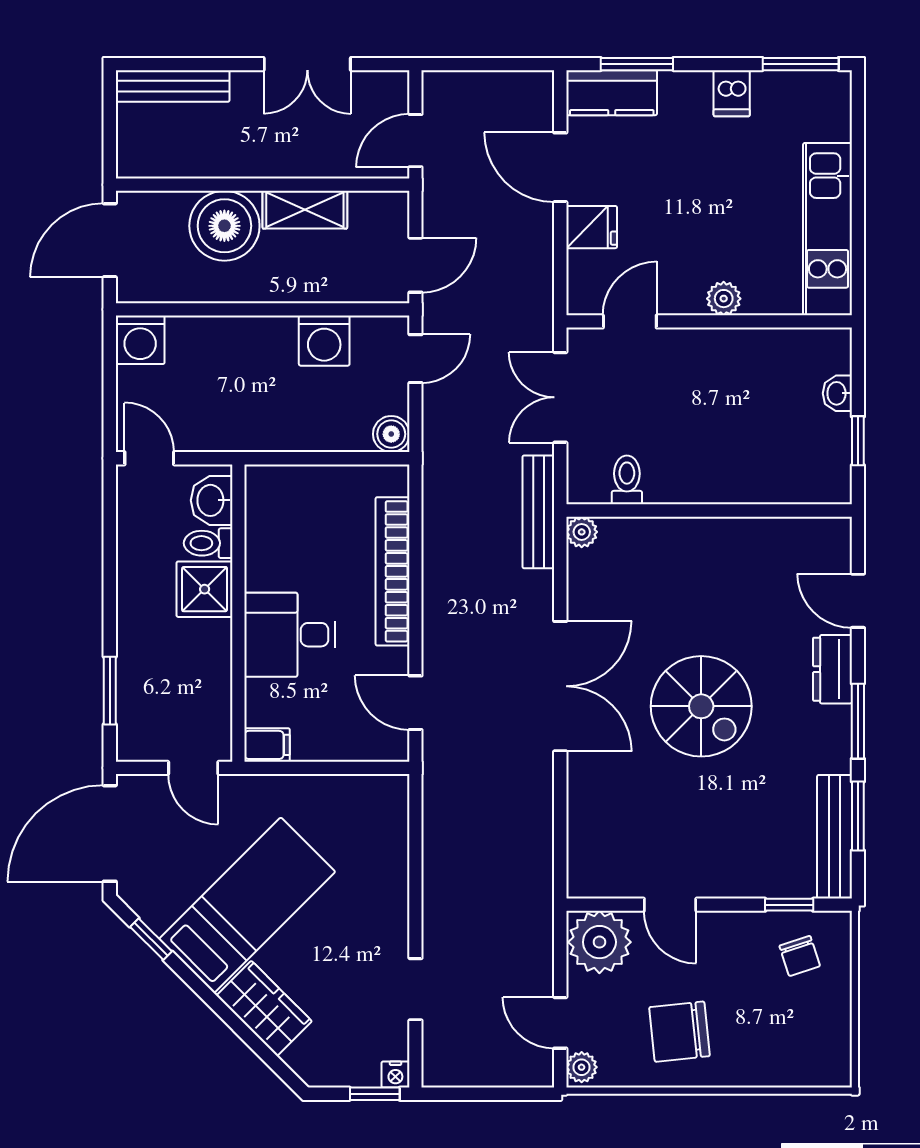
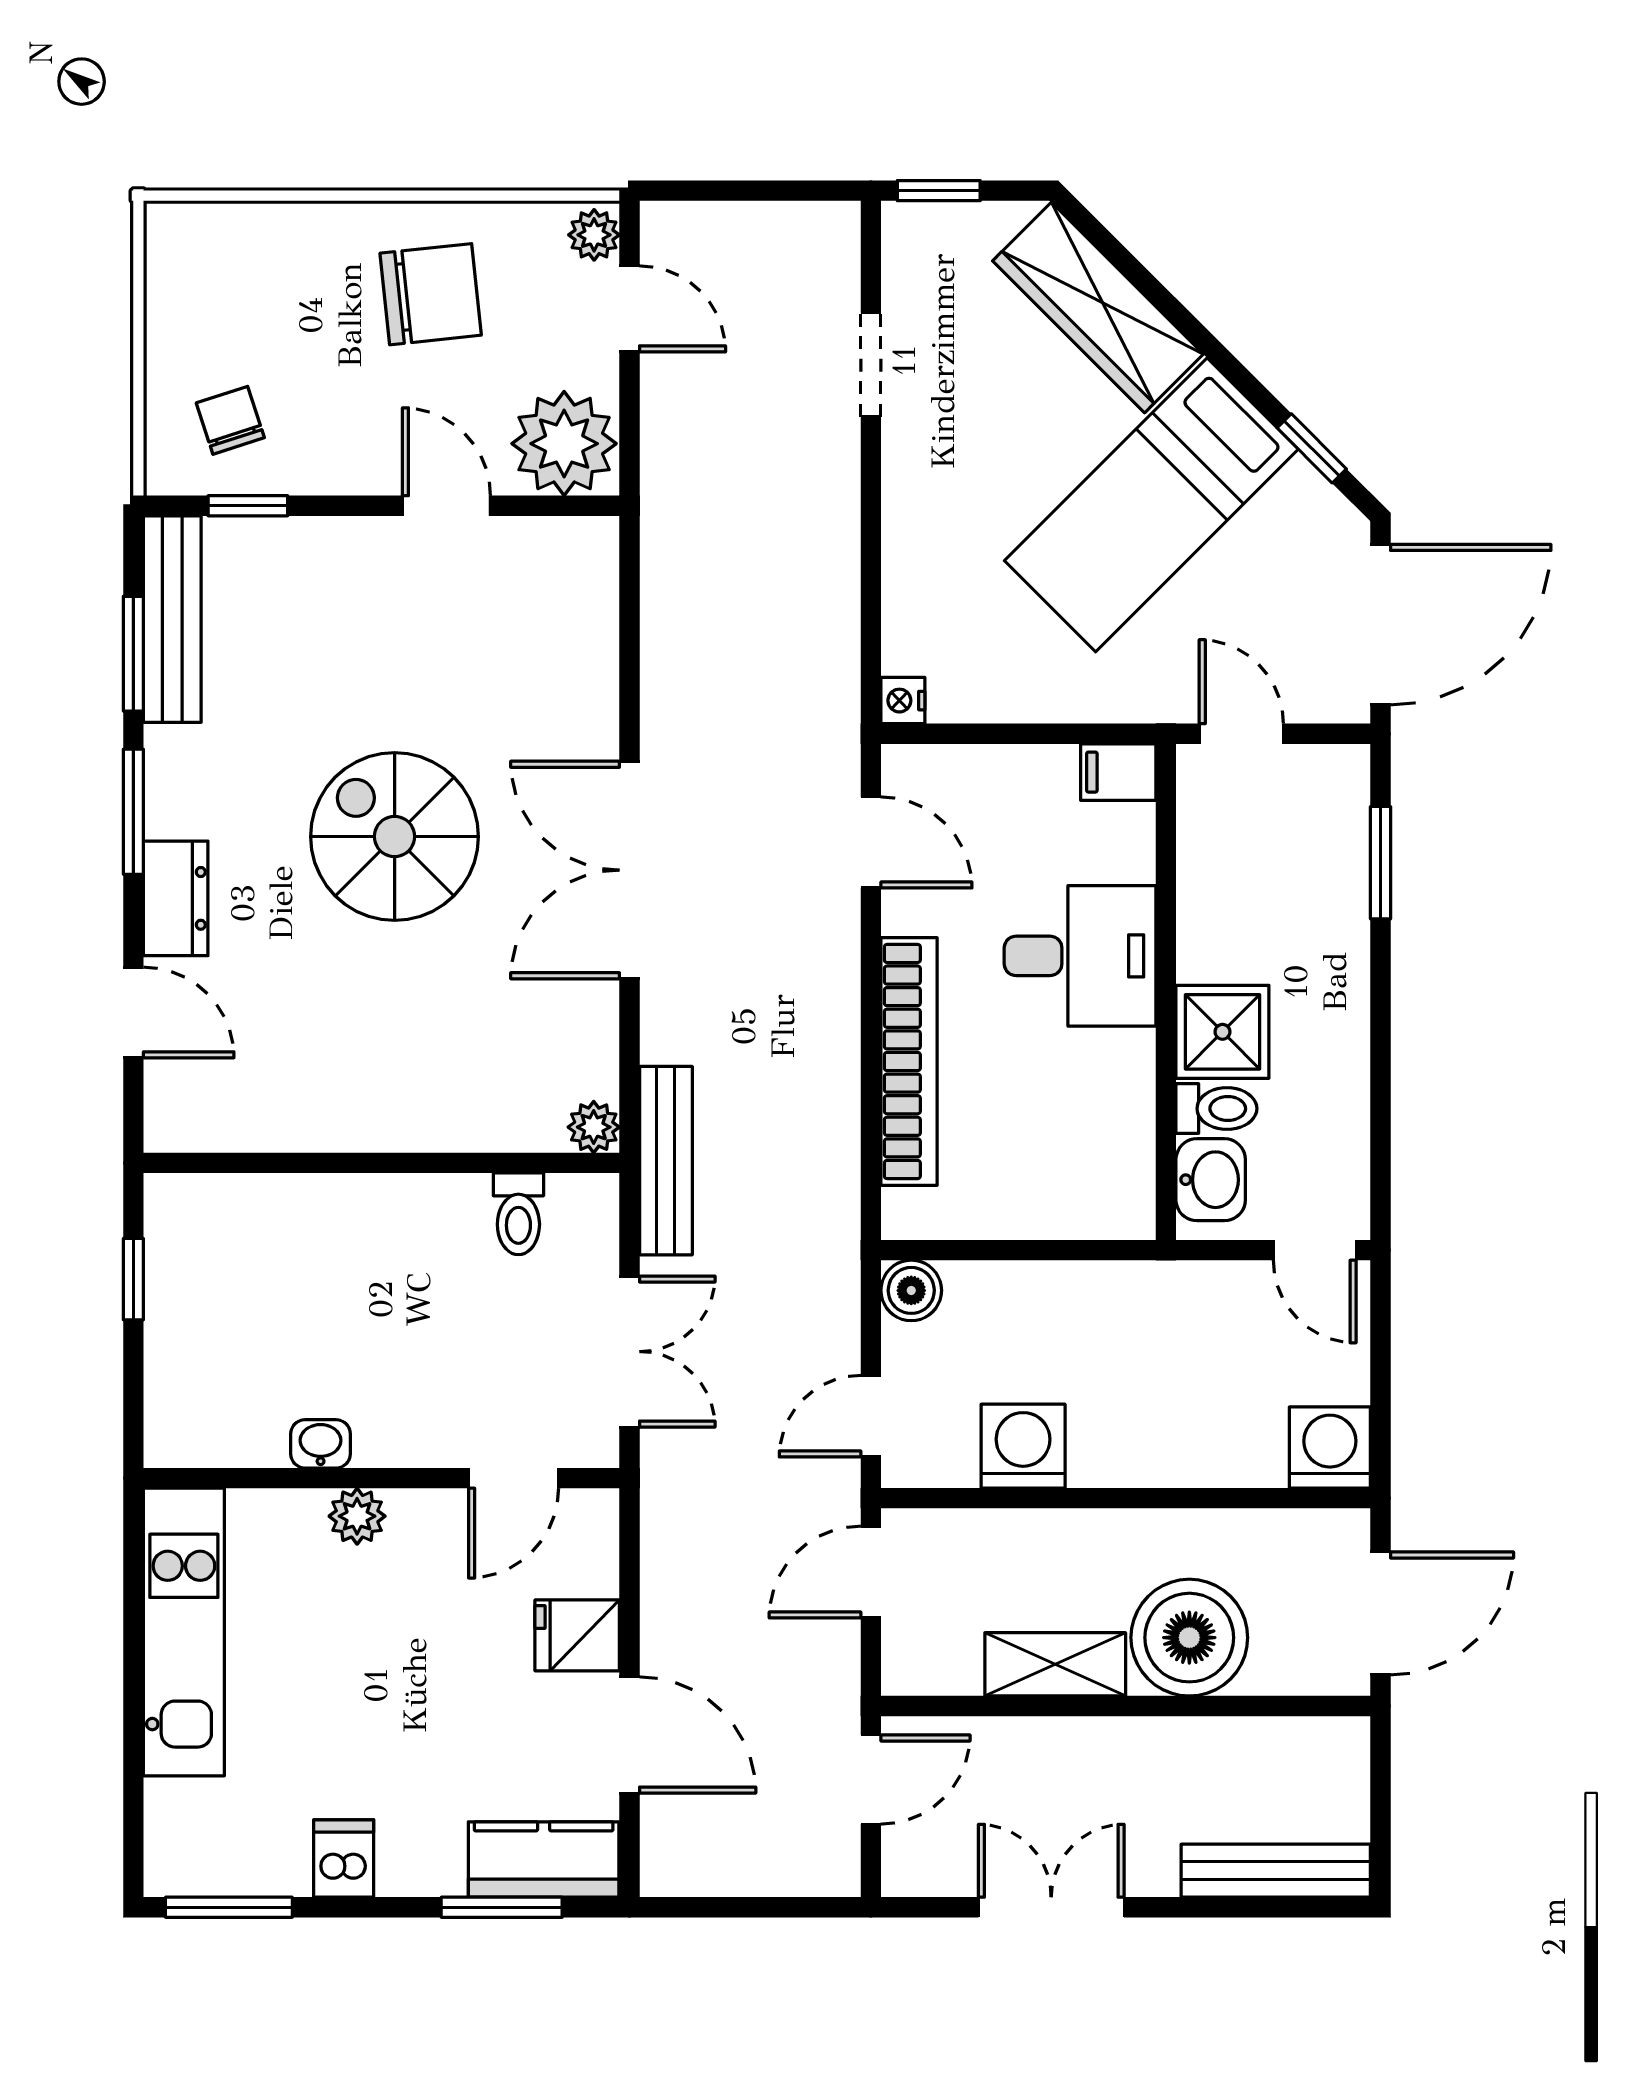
washbasin: (837, 393) -> (321, 1444), moved, turned -90
wardrobe: (264, 1008) -> (1098, 307), width x1.50
nightstand: (395, 1075) -> (903, 701), moved, turned -90

